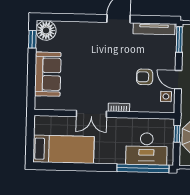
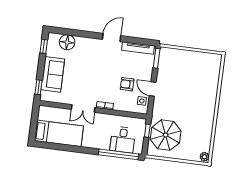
floor lamp: (46, 30) -> (67, 42), moved
window: (31, 93) -> (38, 87), added
desk: (146, 149) -> (123, 140), width x0.73

